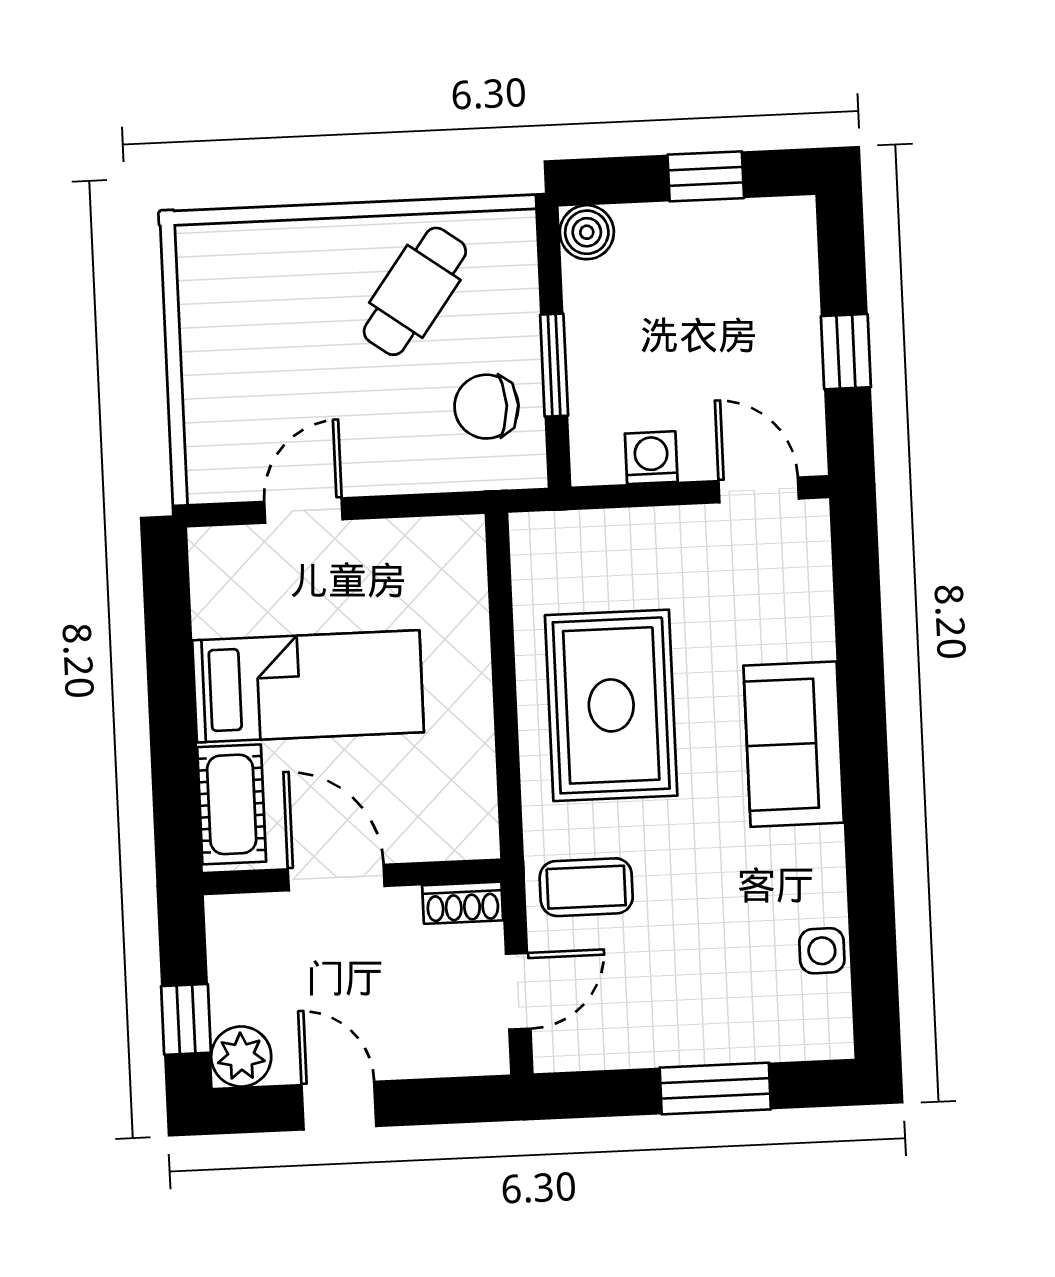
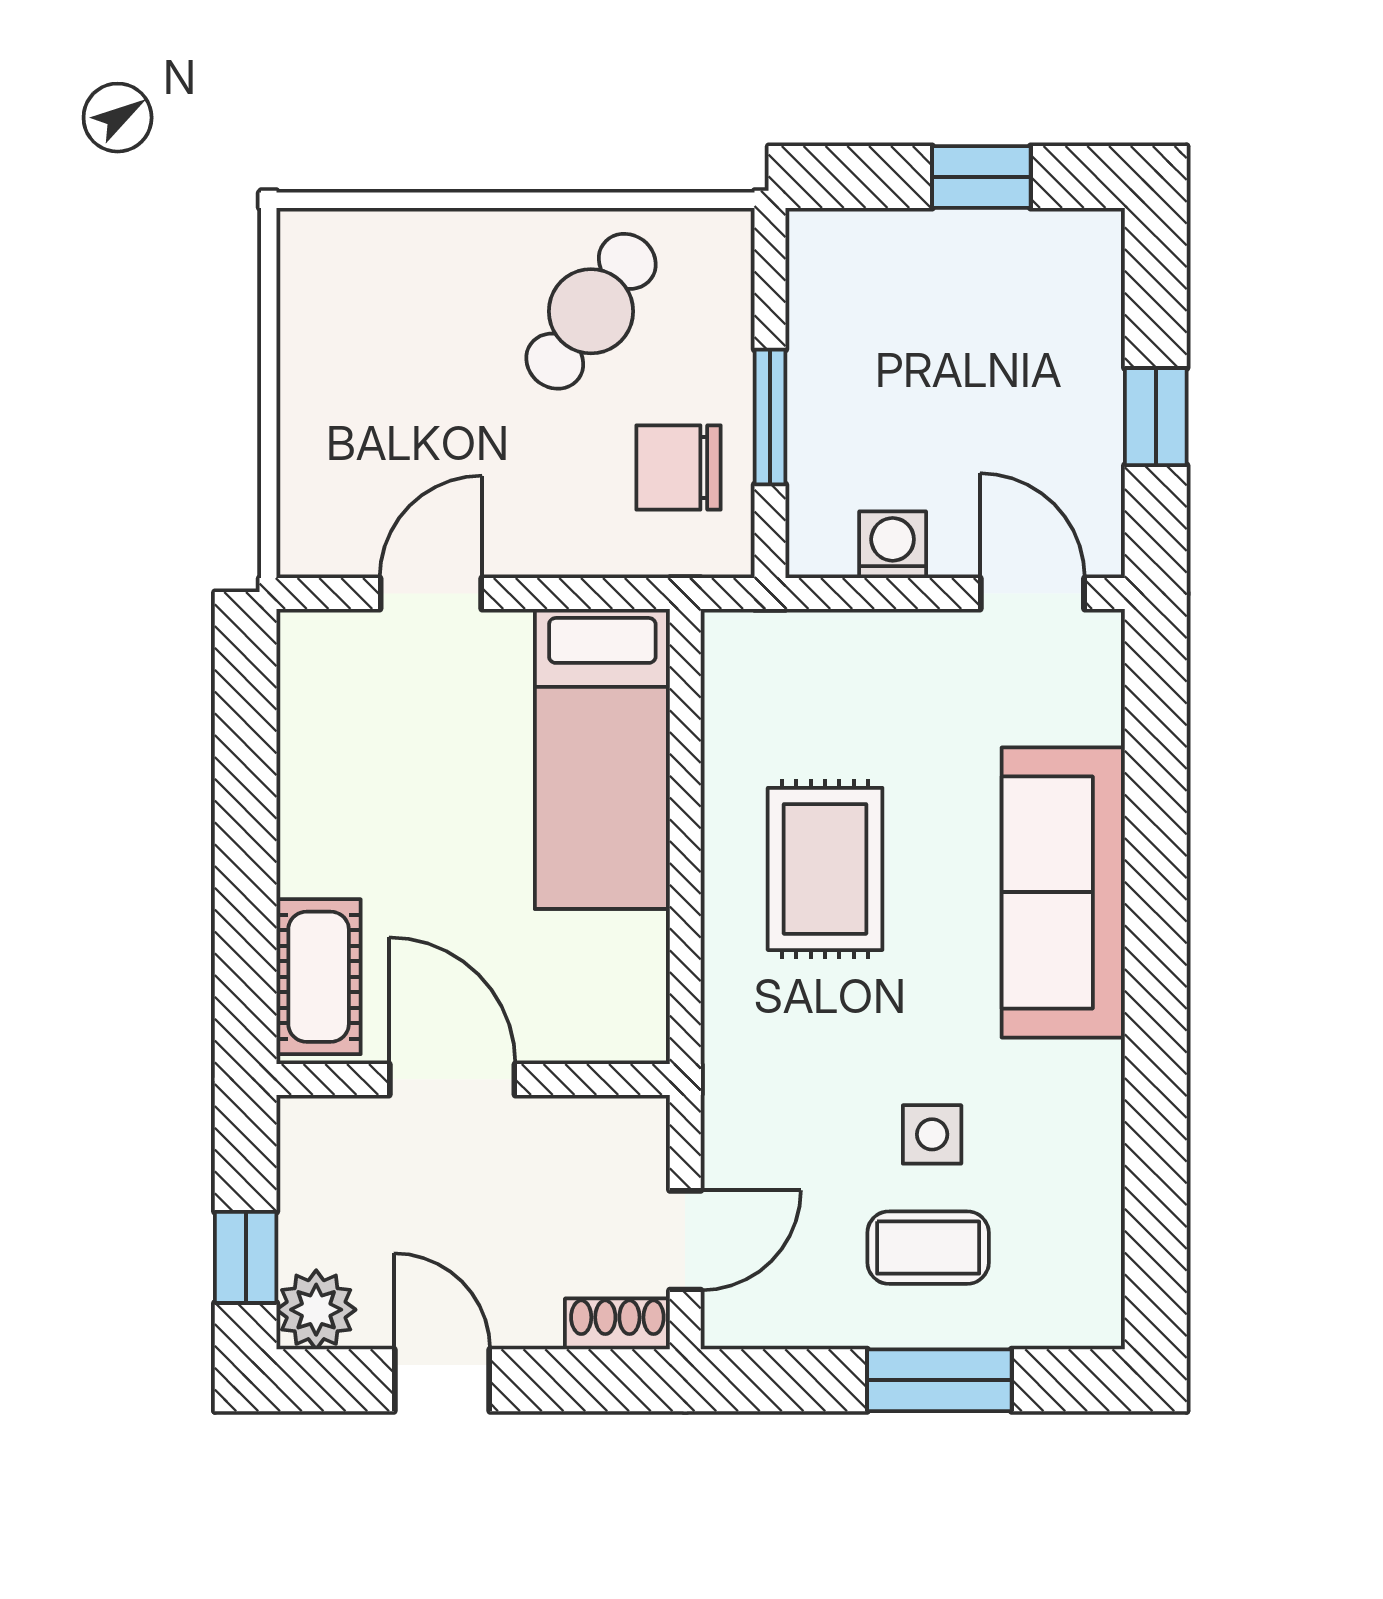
boiler: (587, 232) -> (821, 244), removed
bed: (308, 686) -> (602, 759), moved, turned 90
rug: (611, 705) -> (825, 869), width x0.73, depth x0.70
sofa: (794, 744) -> (1063, 892), width x1.36
coffee table: (586, 887) -> (928, 1248), moved
shoe rack: (463, 903) -> (617, 1324), moved, turned 180
side table: (822, 951) -> (932, 1134), moved

